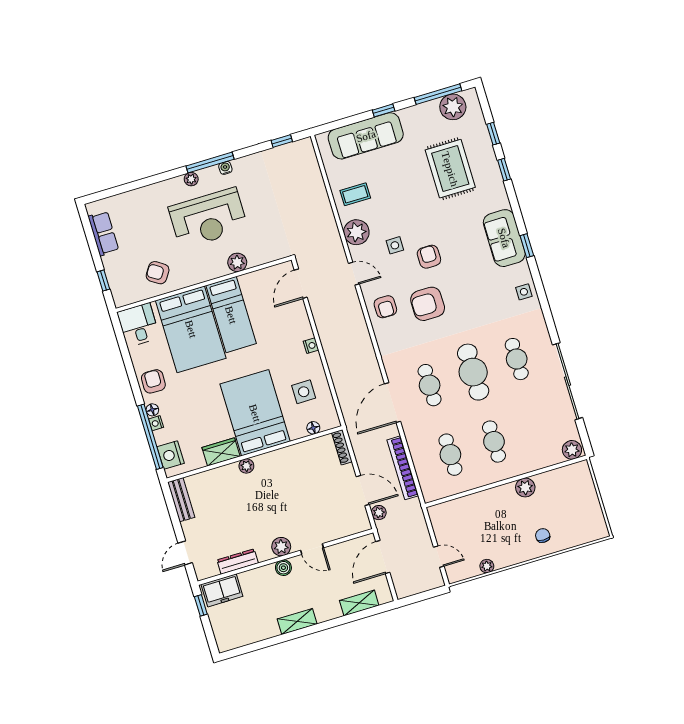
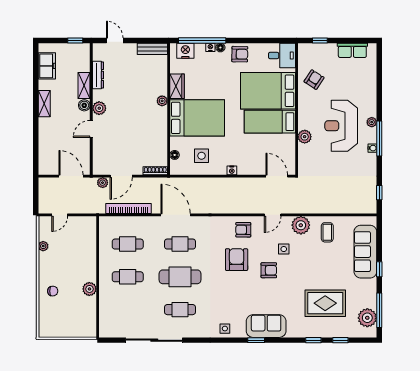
plant: (572, 450) -> (106, 329), removed
freezer: (222, 590) -> (47, 66), moved, turned 180
shelving: (359, 603) -> (84, 86), moved

